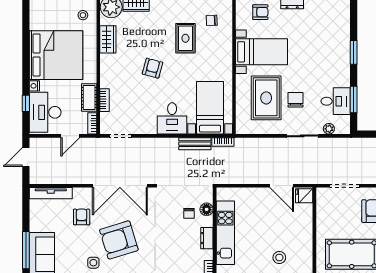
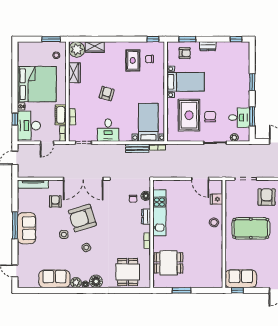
rug: (185, 38) -> (133, 60), moved
desk: (172, 118) -> (108, 130), moved
fridge: (304, 196) -> (216, 199), moved
stool: (279, 257) -> (214, 222), moved

